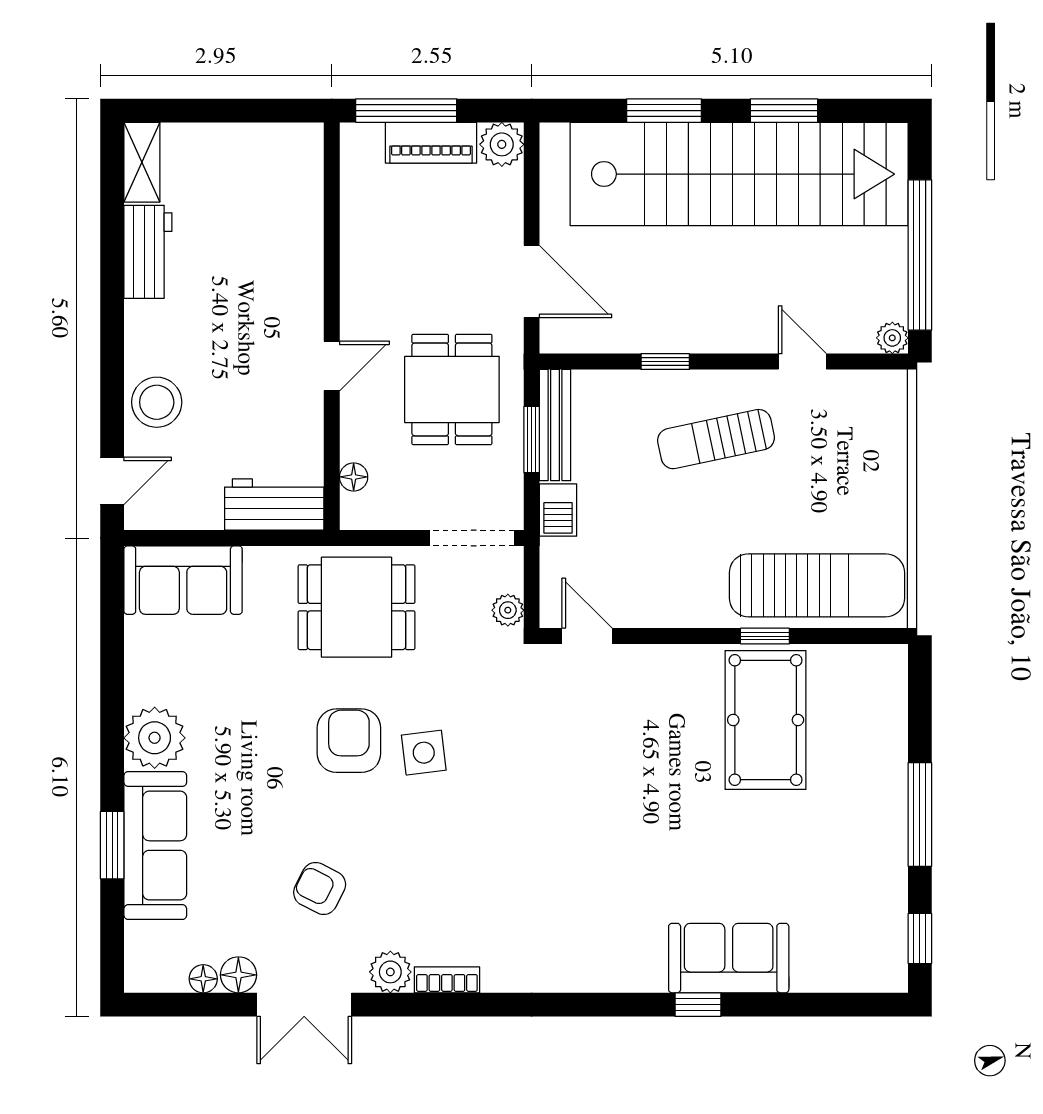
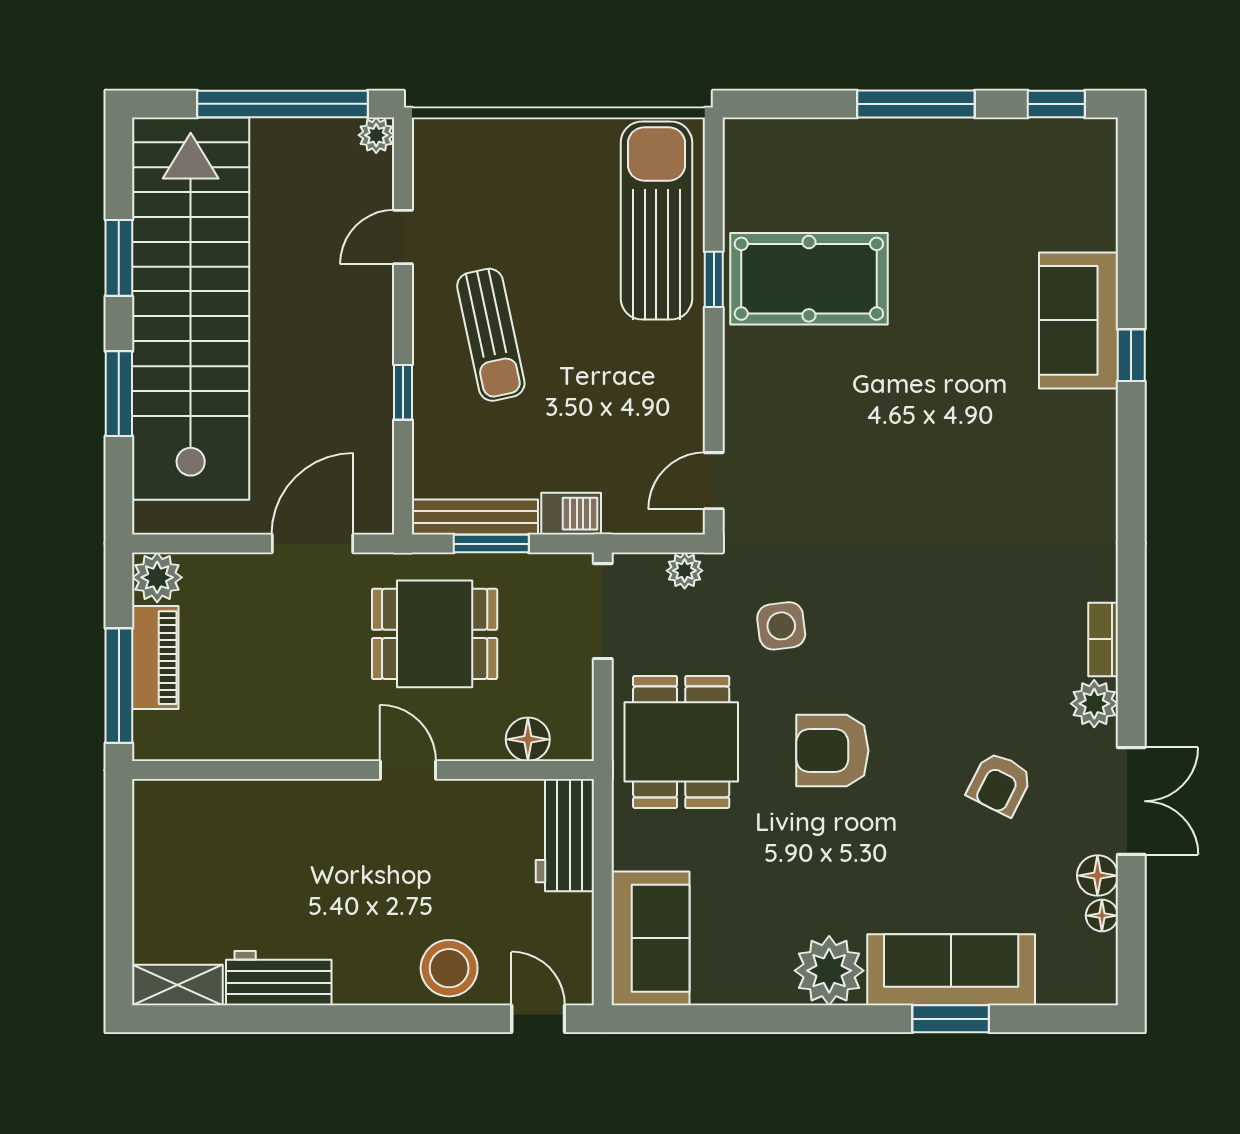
floor lamp: (354, 477) -> (528, 739), width x1.37, depth x1.37
side table: (424, 753) -> (781, 626), moved

